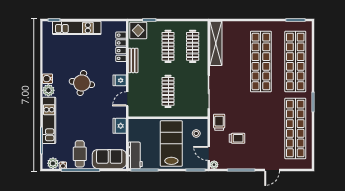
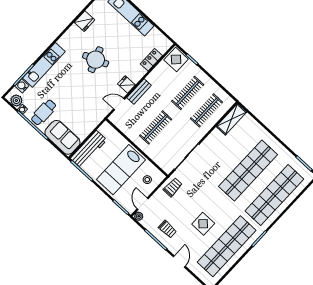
shelving: (216, 43) -> (232, 119), width x0.68
locker: (121, 47) -> (151, 60), width x0.66
bench: (133, 60) -> (139, 92), moved
water cooler: (47, 79) -> (22, 86), moved
round table: (82, 83) -> (96, 60), turned -31
plant: (48, 90) -> (65, 41), removed
fridge: (120, 126) -> (85, 21), moved, turned 180
display table: (264, 128) -> (203, 224), added
trolley: (237, 138) -> (167, 229), moved
lab bench: (171, 144) -> (121, 170), turned 180
workbench: (135, 155) -> (89, 149), width x1.37
door: (272, 170) -> (179, 262), swing flipped

